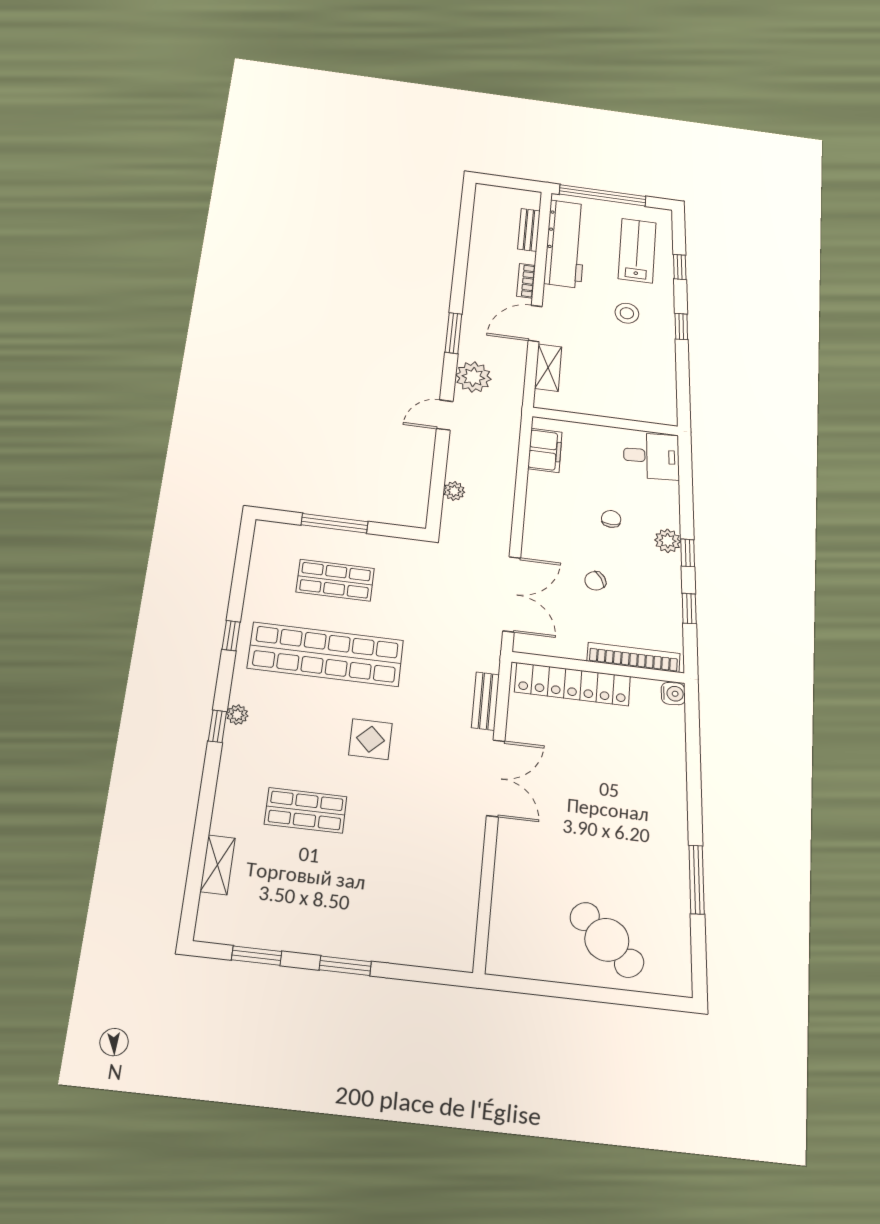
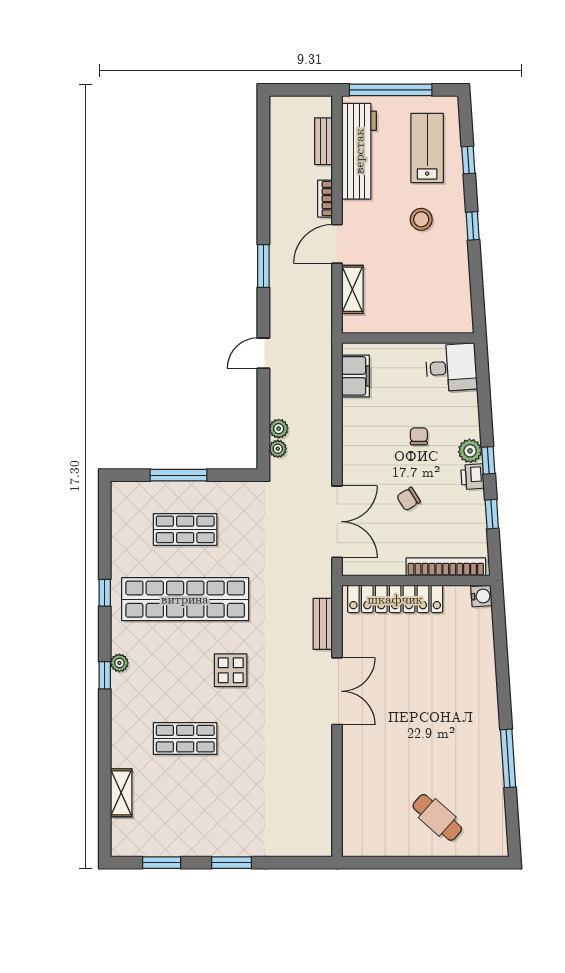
plant: (473, 377) -> (278, 449), moved, width x0.53, depth x0.53
printer: (669, 567) -> (472, 477), added
cafe table: (607, 940) -> (437, 817), width x0.73, depth x0.74

